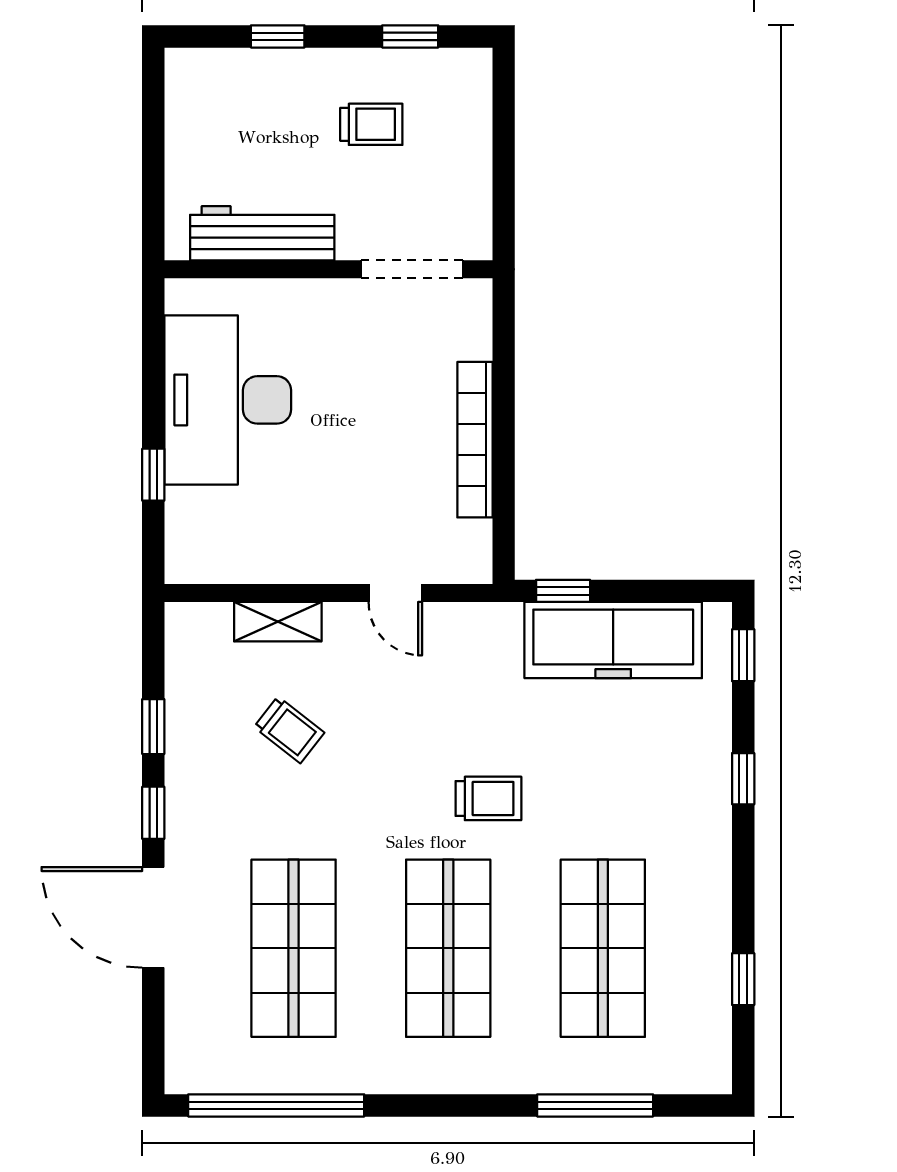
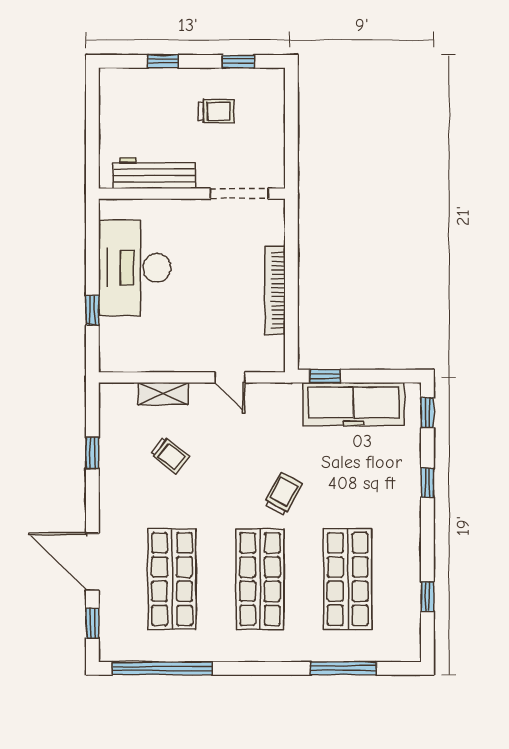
trolley: (488, 798) -> (283, 494), turned -61
window: (153, 813) -> (92, 623), moved

